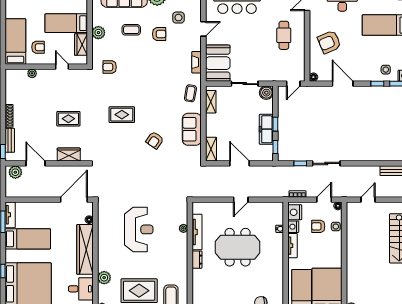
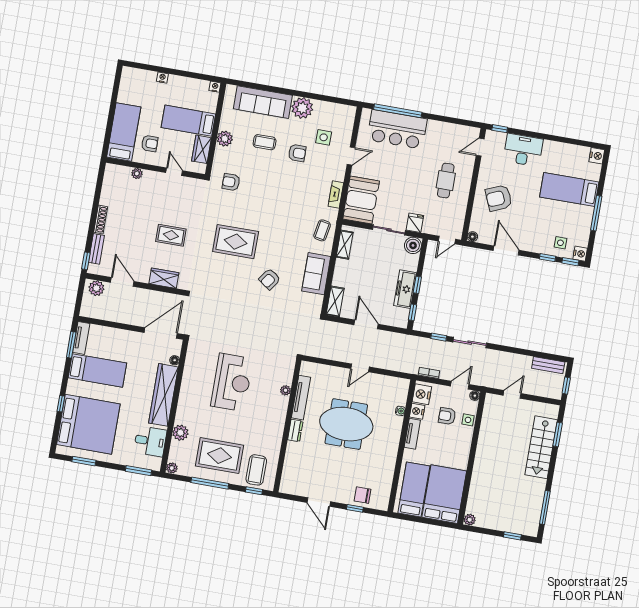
fridge: (265, 74) -> (415, 223), added
rug: (122, 115) -> (236, 242), width x1.36, depth x1.43

